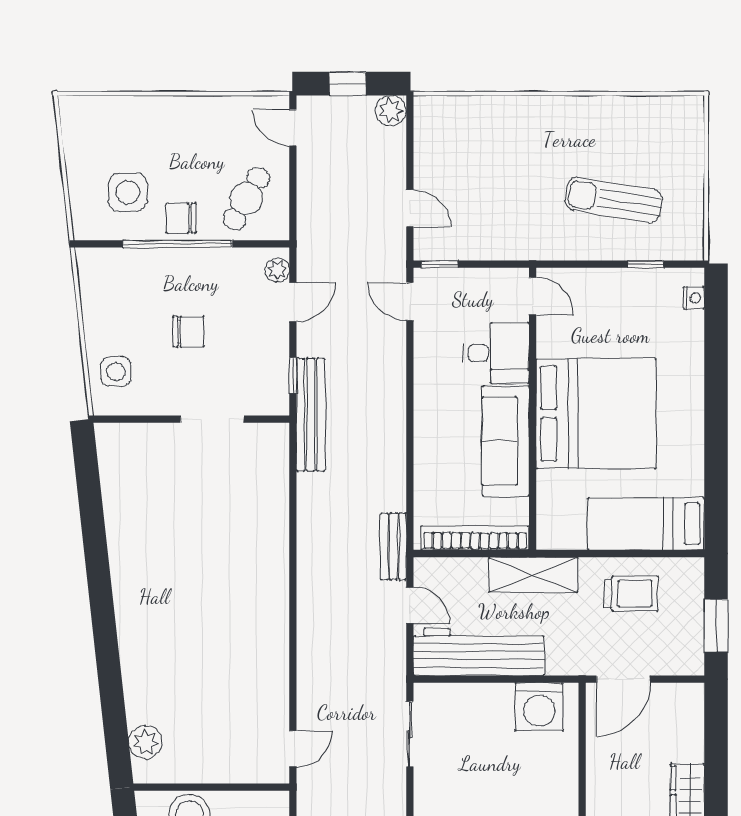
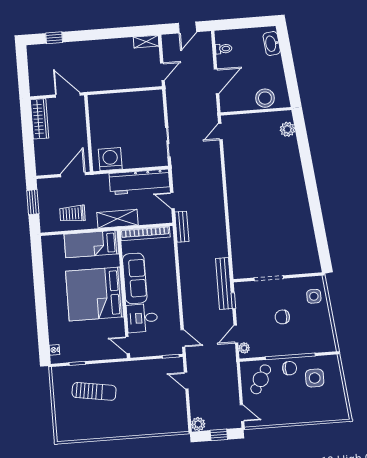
bed: (646, 524) -> (92, 244), moved, turned 180

